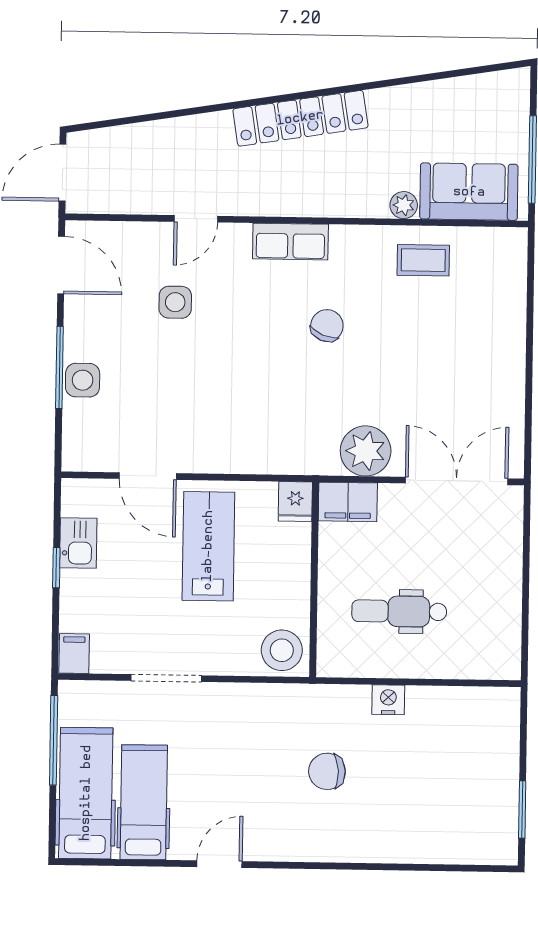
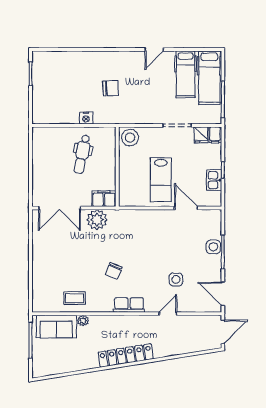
fridge: (295, 502) -> (201, 135), moved, turned 180
dental chair: (399, 611) -> (82, 154), turned 102

